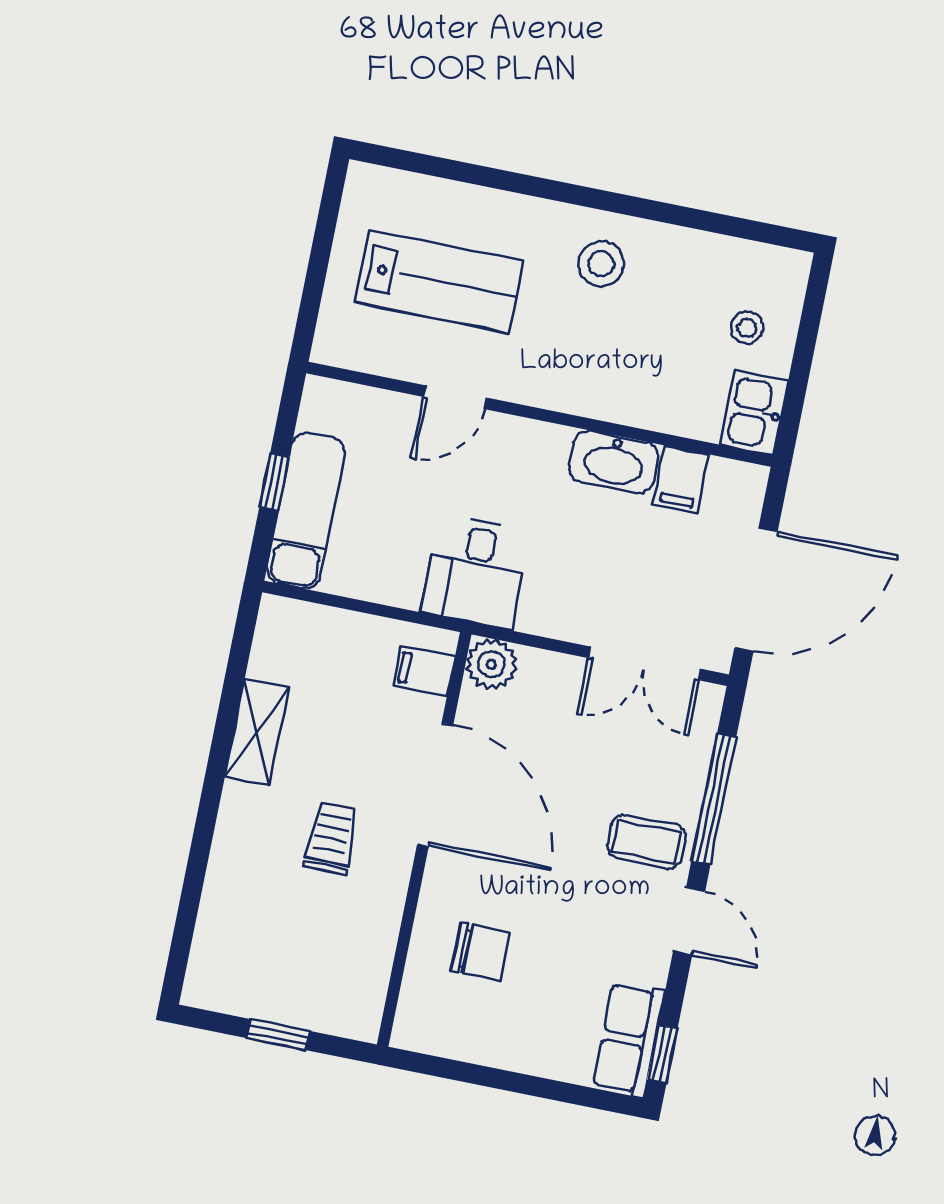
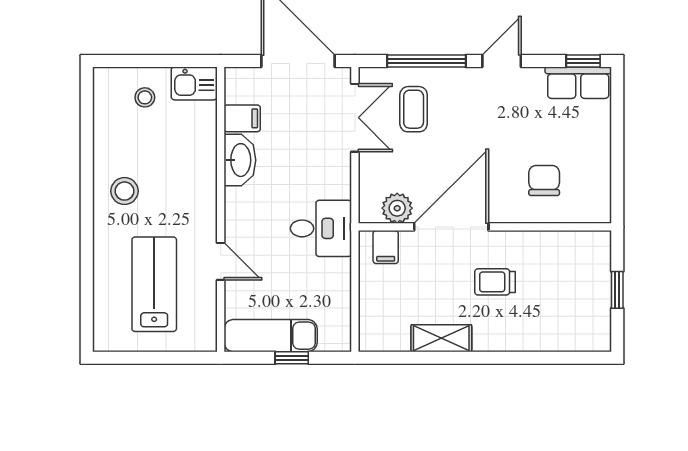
exam couch: (306, 510) -> (271, 336), moved
plant: (491, 664) -> (397, 208), moved
coffee table: (646, 842) -> (414, 109), moved

